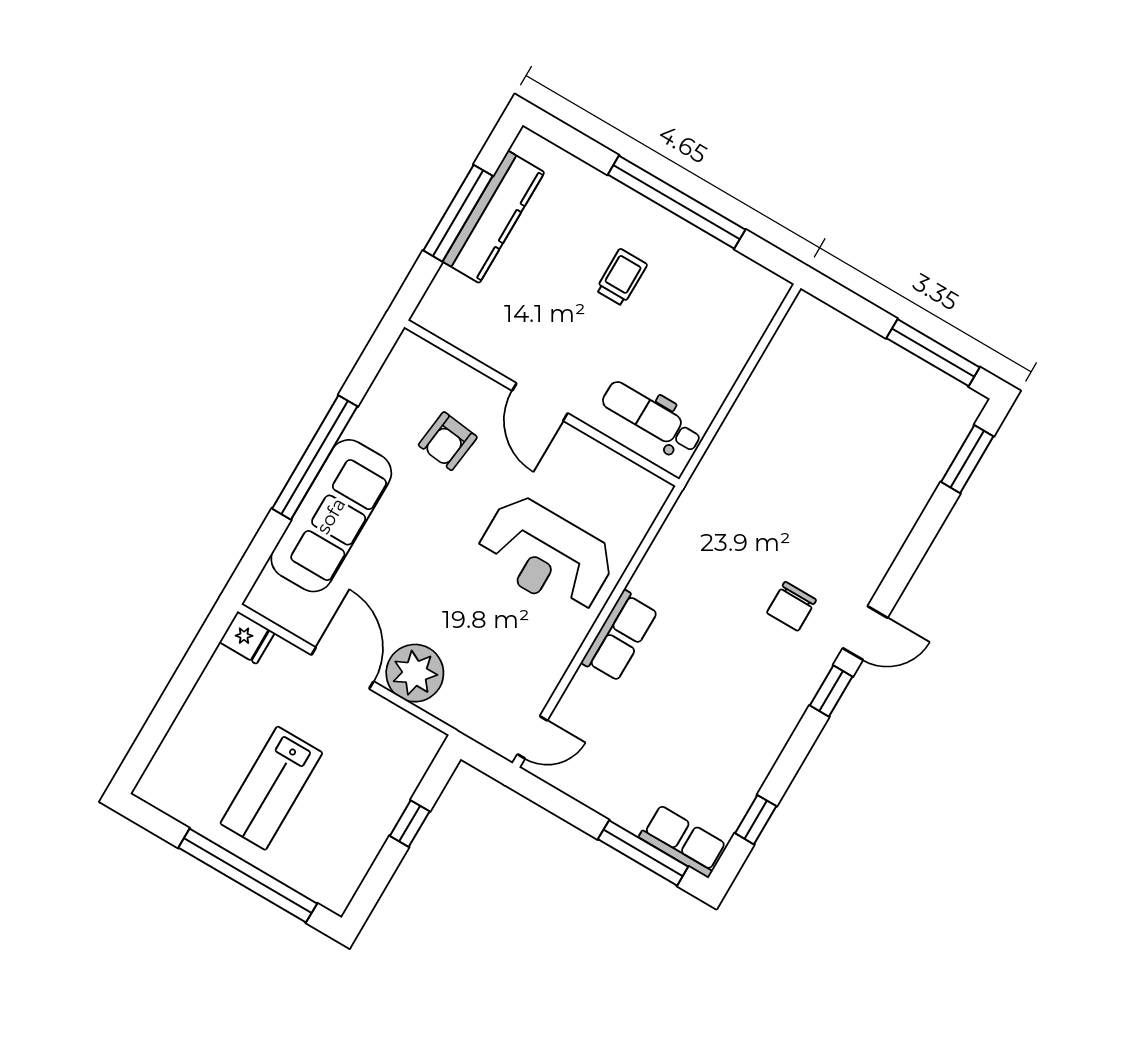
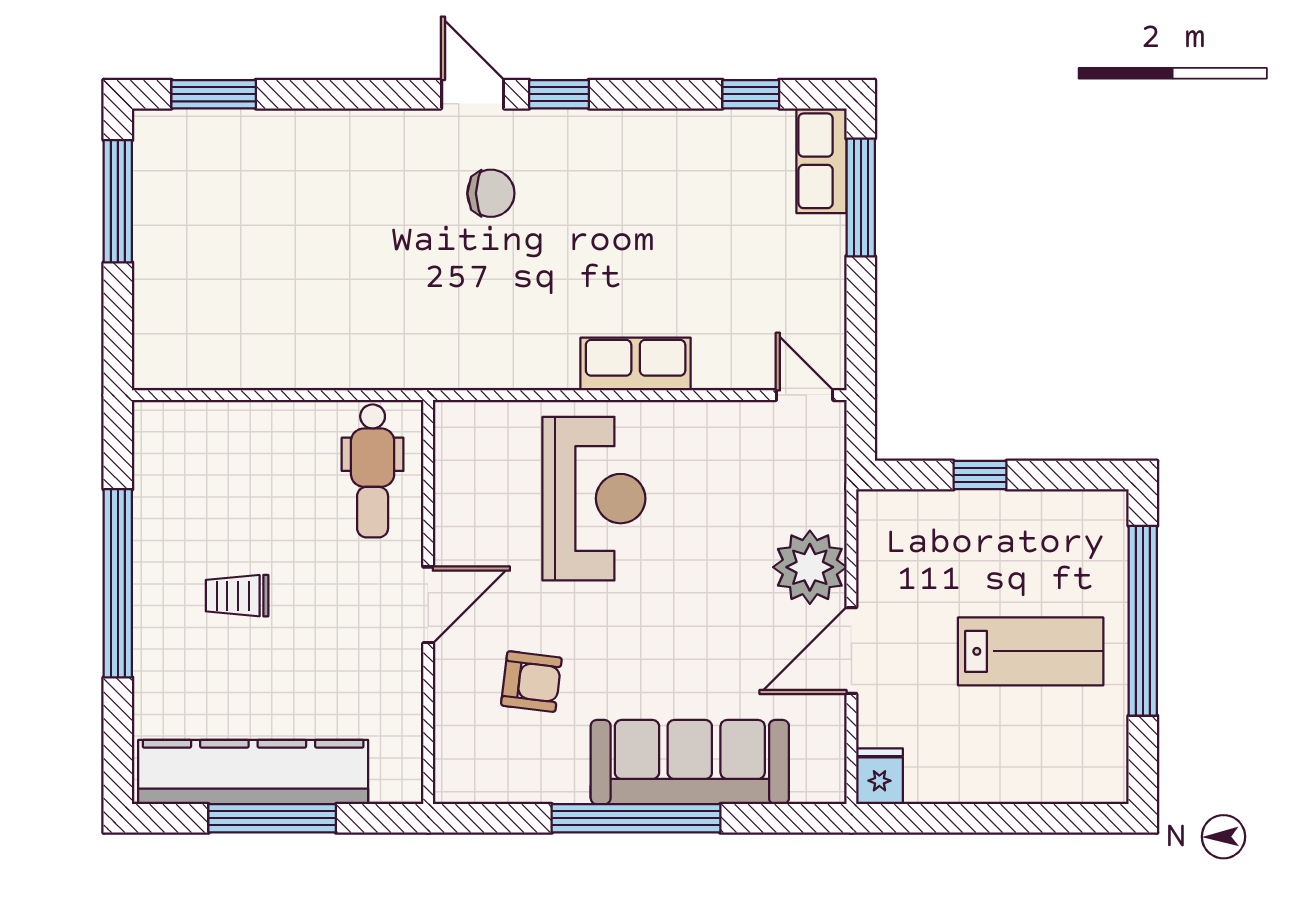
kitchen counter: (494, 217) -> (253, 772), width x1.39, depth x1.17

